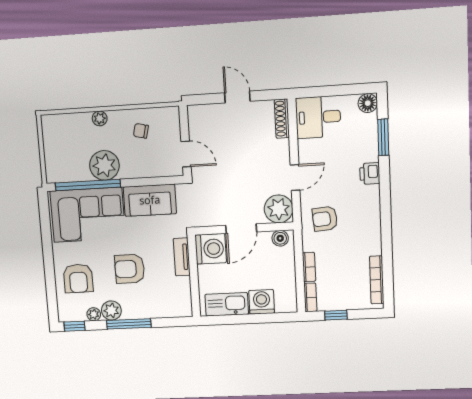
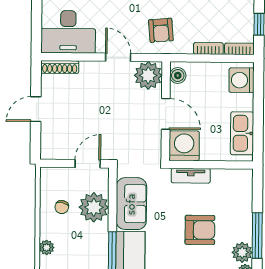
desk: (318, 117) -> (68, 32), width x1.37
plant: (104, 165) -> (94, 207), moved
armchair: (130, 269) -> (200, 230), turned -90
washing machine: (262, 302) -> (241, 80), moved

